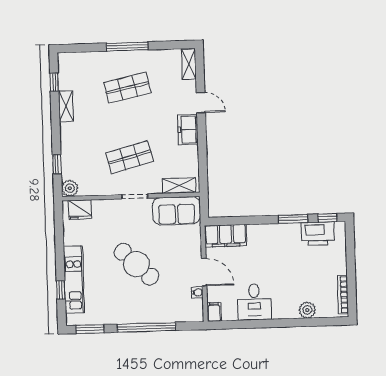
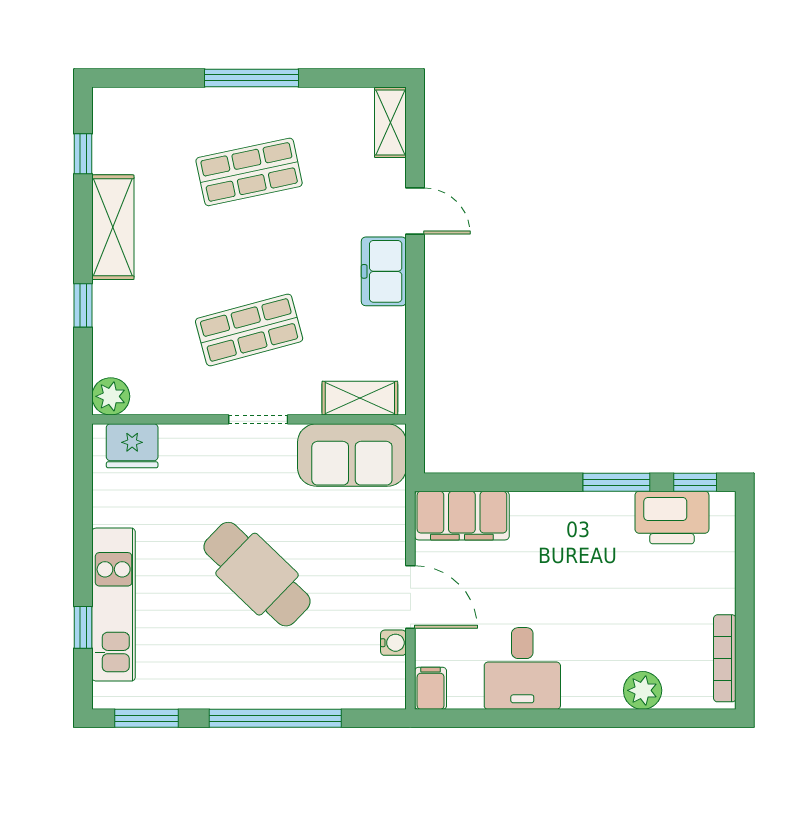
shelving: (66, 106) -> (113, 227), width x1.50, depth x1.33
window: (57, 164) -> (83, 305), moved

